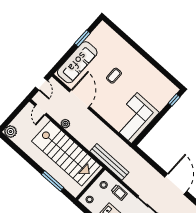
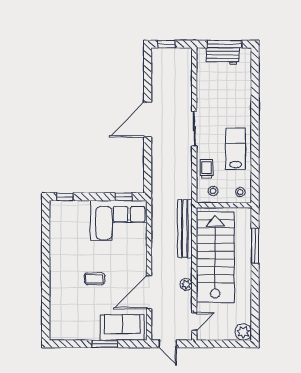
window: (82, 38) -> (105, 344), moved
sofa: (77, 62) -> (122, 328), width x0.73
door: (42, 84) -> (168, 344), swing flipped
window: (145, 132) -> (124, 197), added
bench: (109, 162) -> (185, 229), moved

